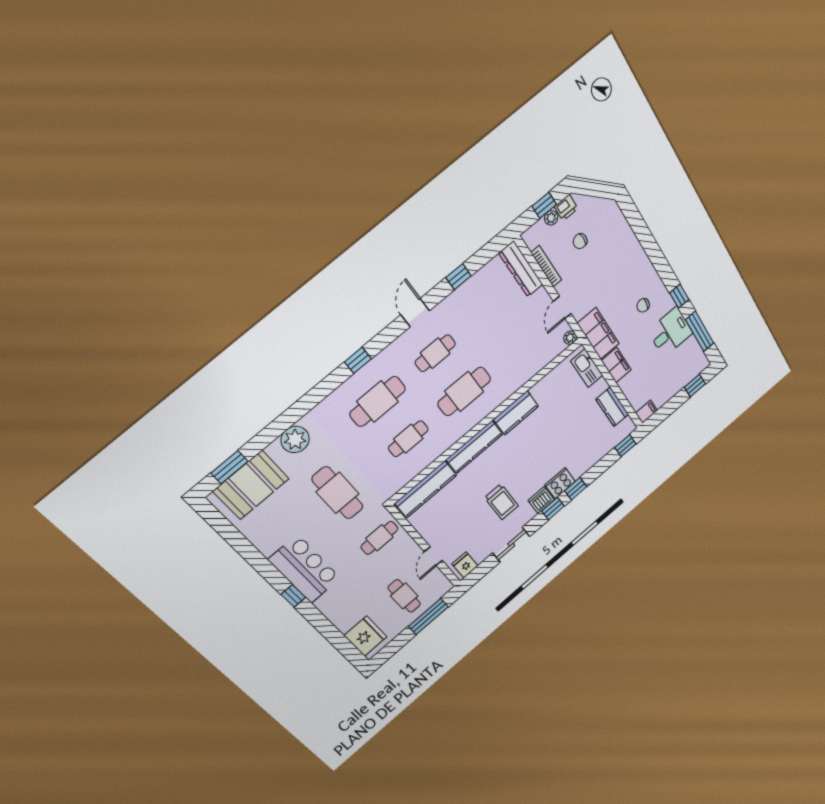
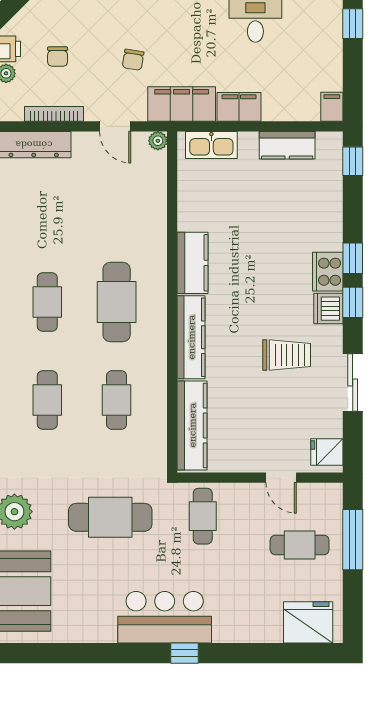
chair: (643, 305) -> (133, 60), moved
cafe table: (378, 401) -> (47, 400), width x0.73, depth x0.74

